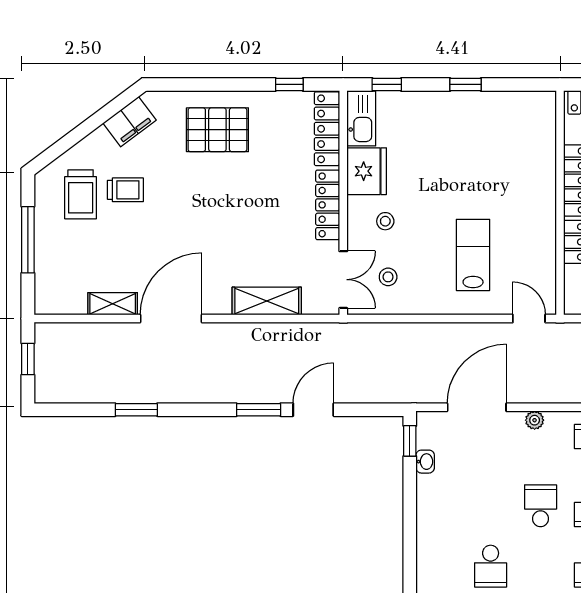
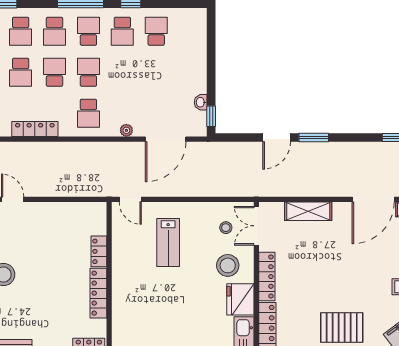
stool: (385, 221) -> (228, 265), width x1.89, depth x1.89
school desk: (541, 506) -> (122, 31), moved

